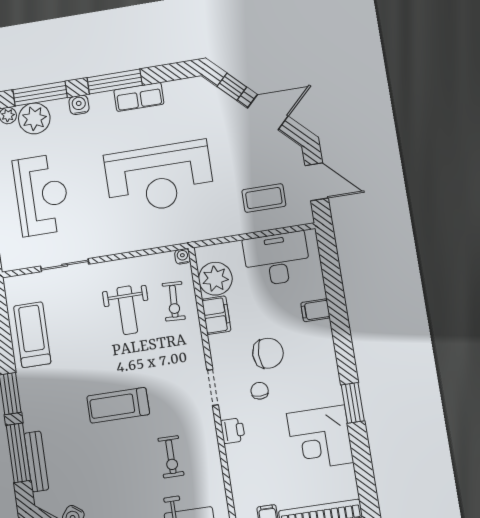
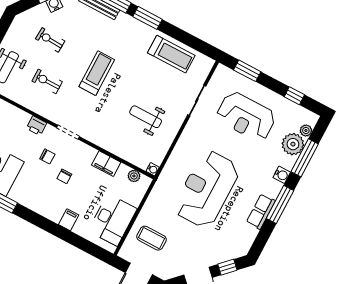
coffee table: (264, 198) -> (151, 238), turned 90
plant: (215, 279) -> (134, 176), width x0.53, depth x0.53
exercise bike: (174, 301) -> (50, 40), moved
chair: (268, 353) -> (64, 176), width x0.54, depth x0.54

